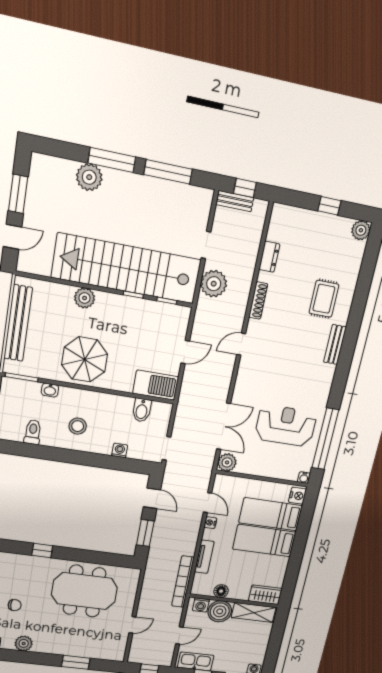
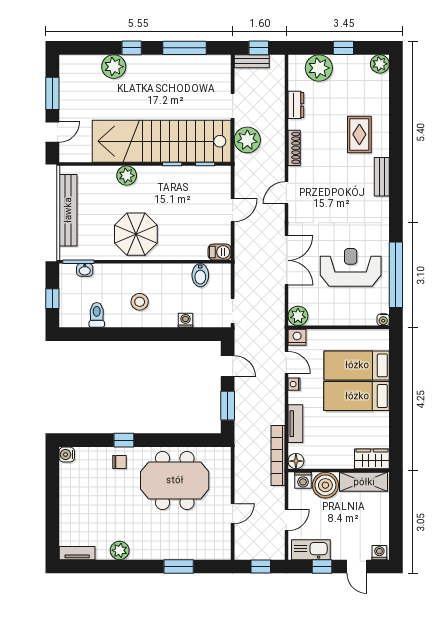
window: (112, 160) -> (132, 48), width x0.46
plant: (301, 222) -> (319, 68), added
barbecue: (156, 385) -> (220, 252), width x0.53, depth x0.65
washbasin: (50, 390) -> (85, 270), moved
double door: (224, 426) -> (286, 260), moved
nightstand: (297, 496) -> (297, 337), moved, turned -90
floor lamp: (221, 591) -> (296, 461), moved
chair: (15, 605) -> (119, 462), moved

